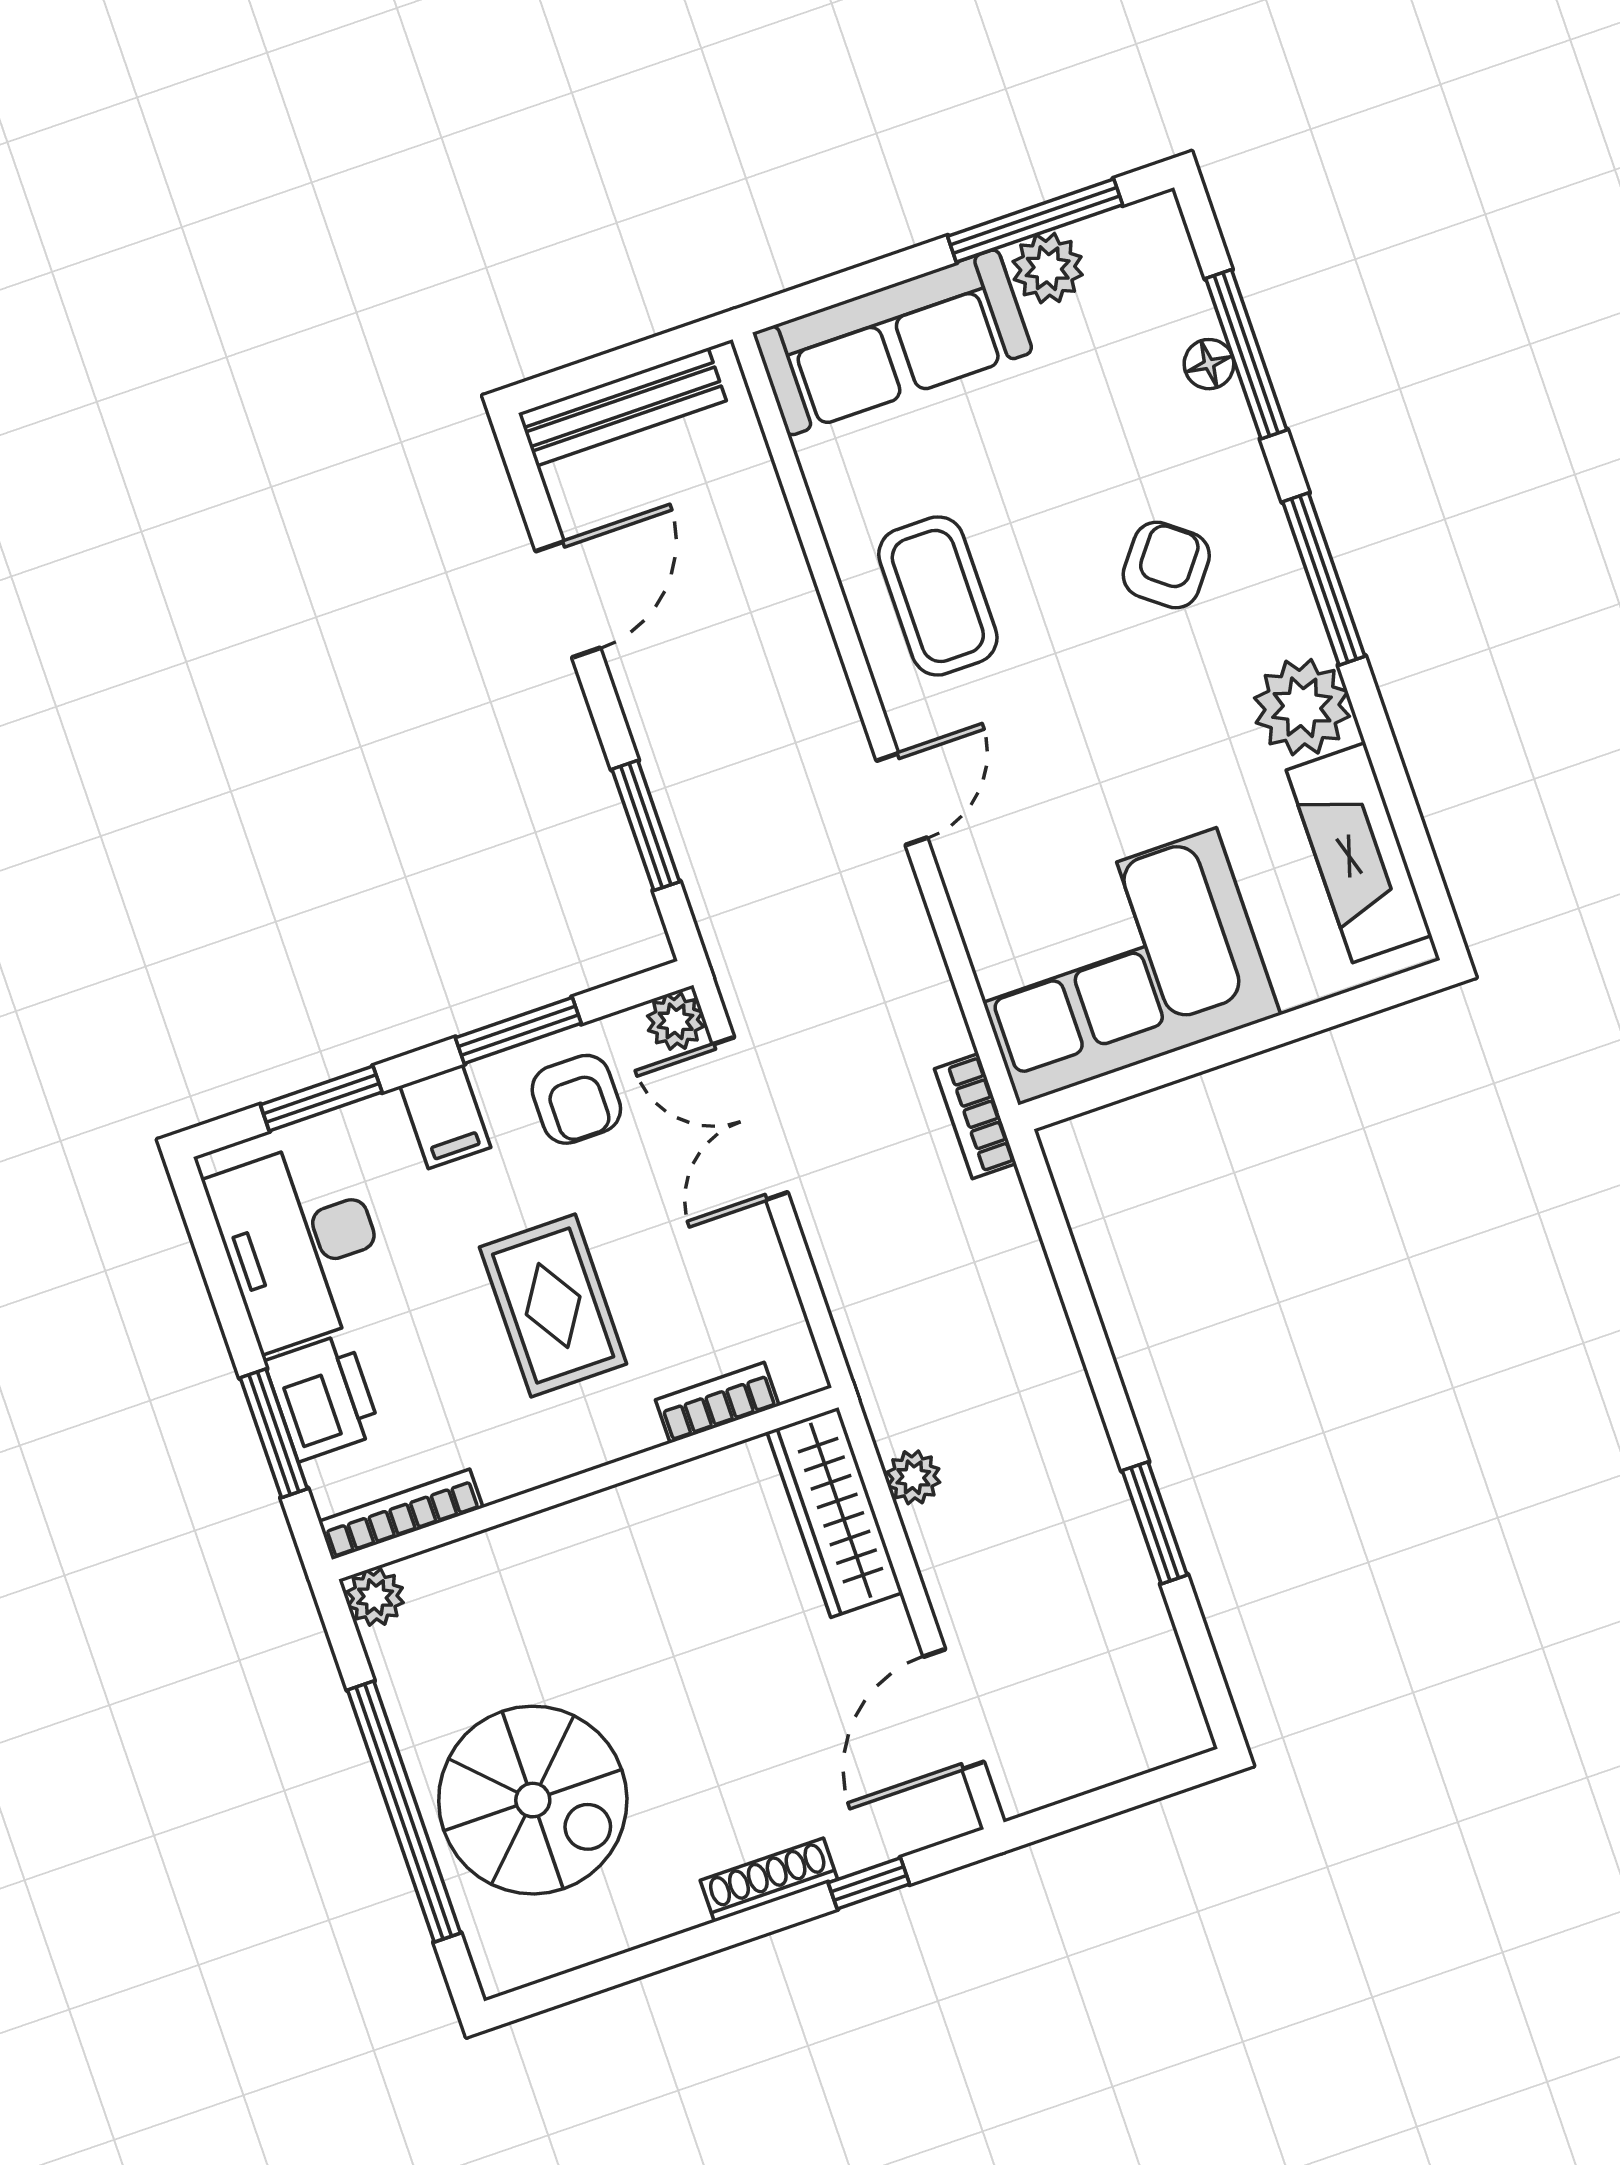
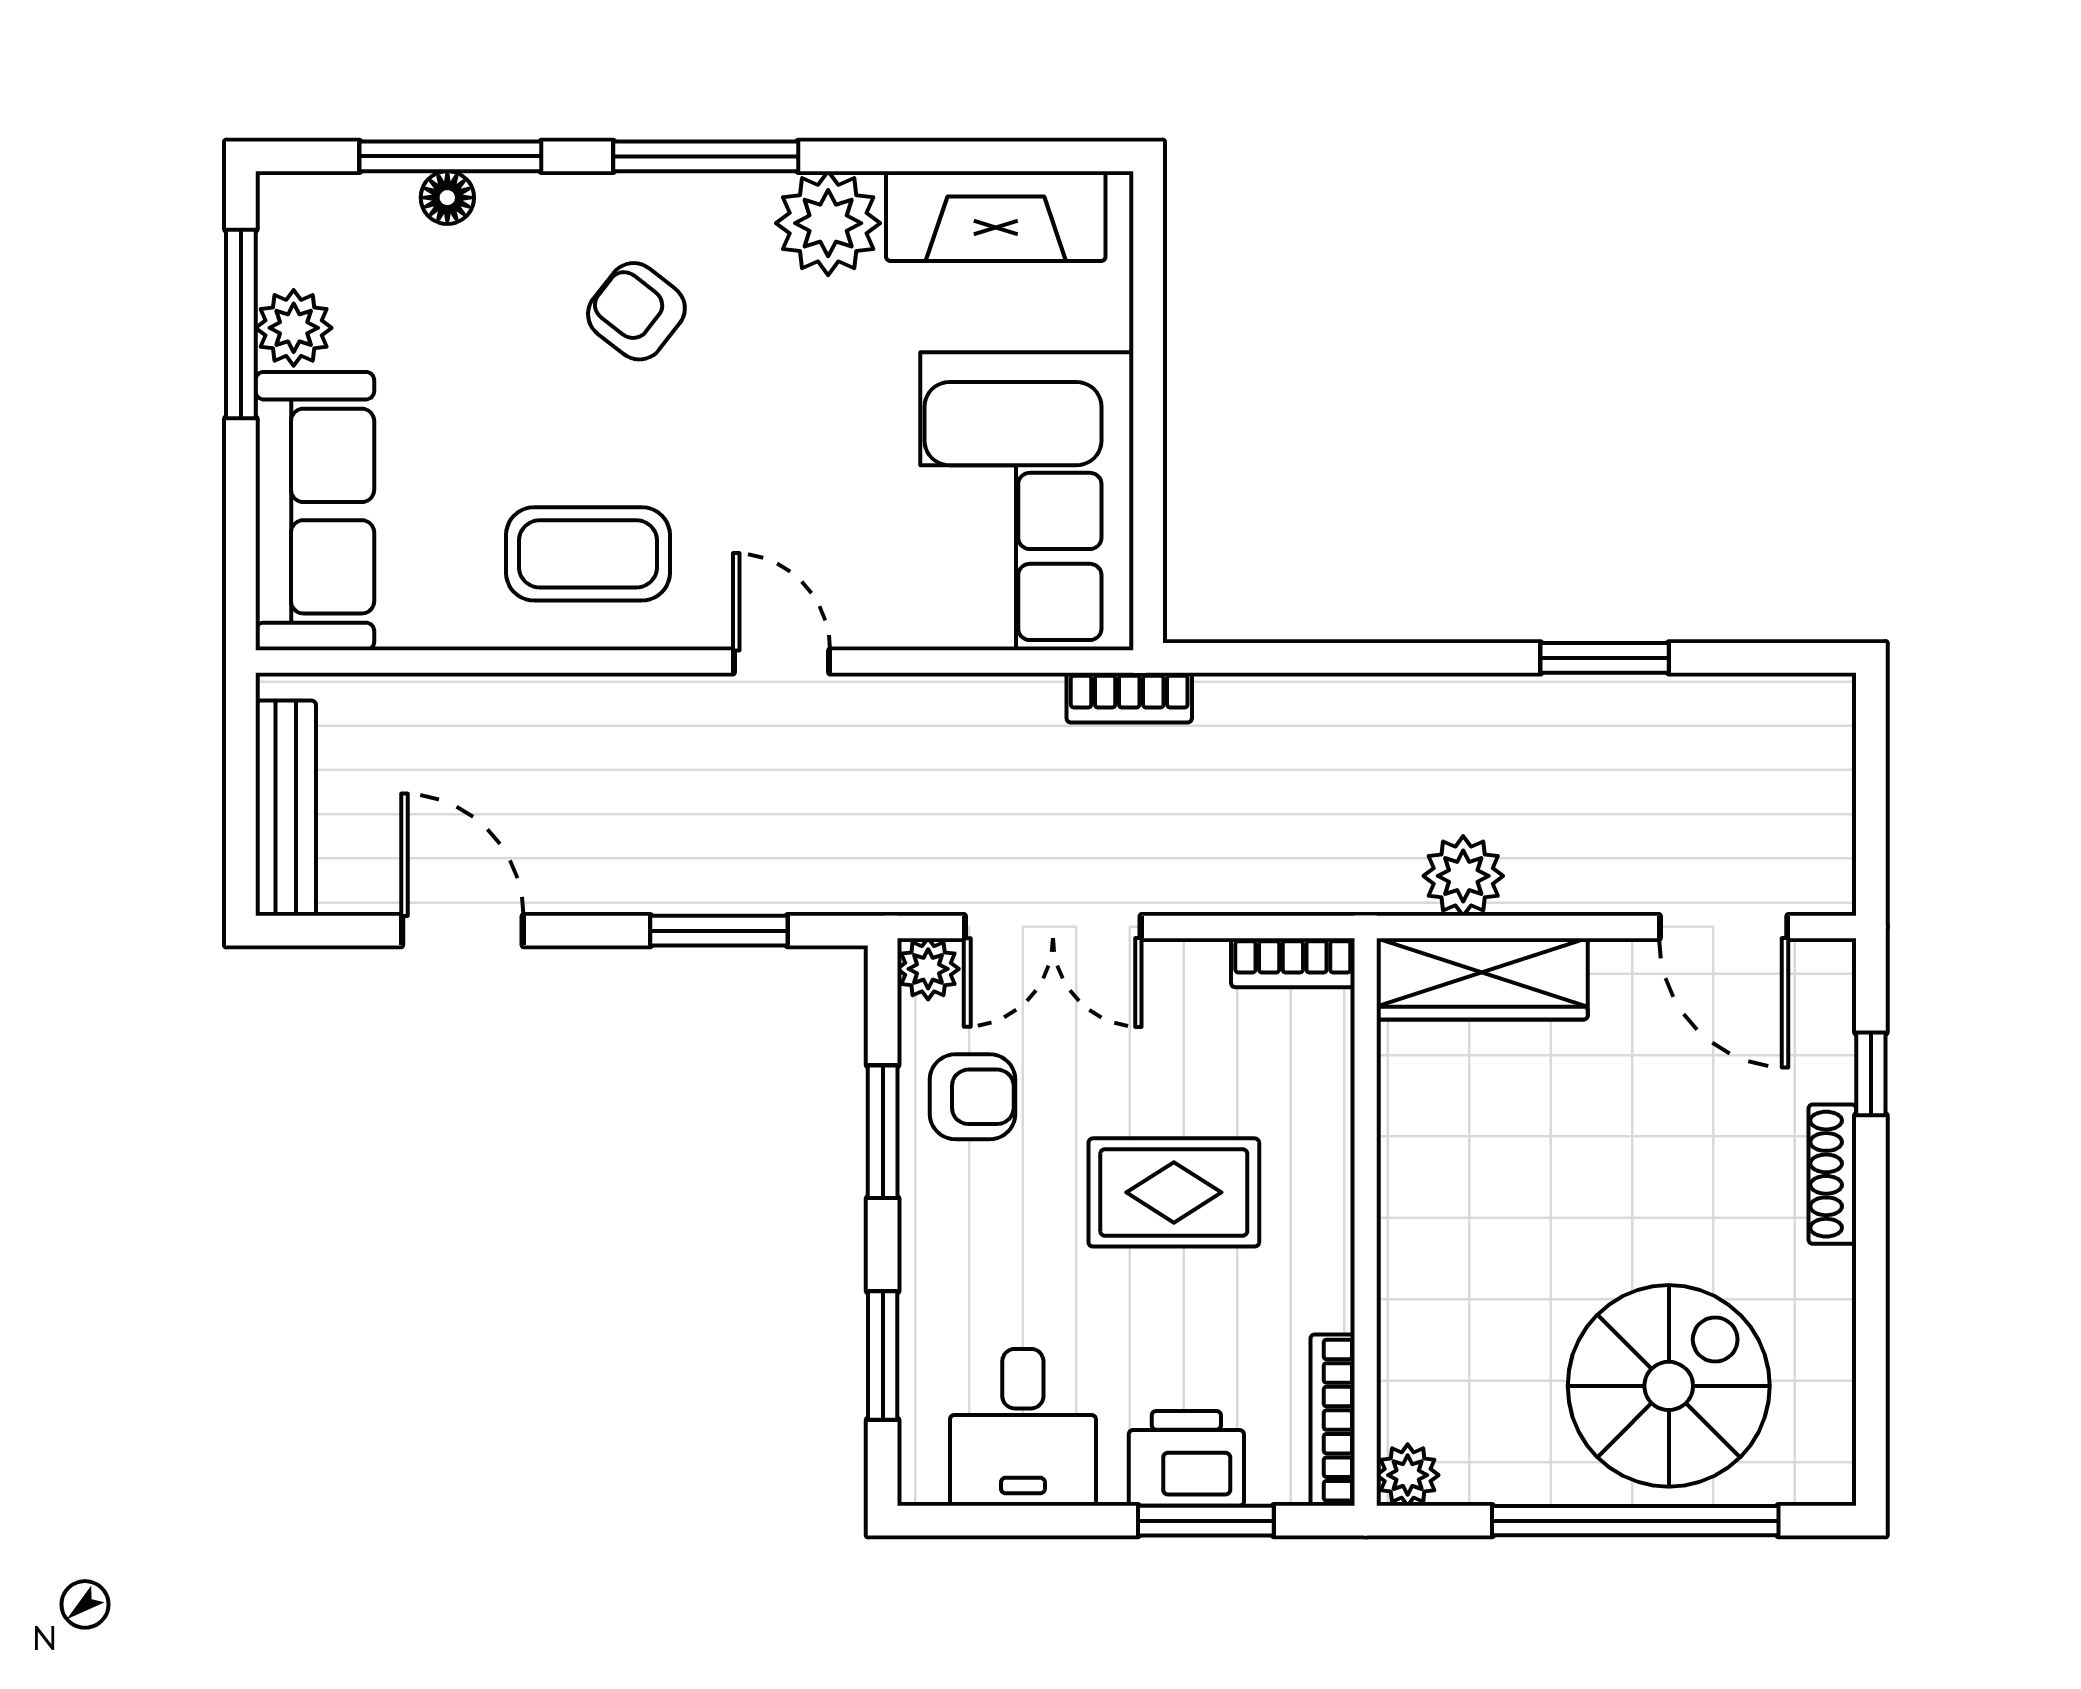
filing cabinet: (445, 1117) -> (944, 1236), removed
desk: (300, 1244) -> (1023, 1427), width x0.73
bookcase: (717, 1403) -> (1293, 963), moved, turned -90
plant: (913, 1477) -> (1463, 876), width x1.38, depth x1.38

